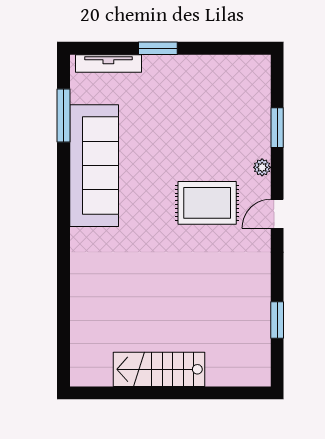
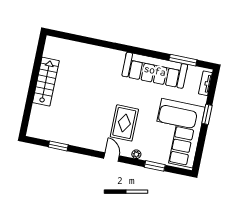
tv unit: (108, 63) -> (205, 83), width x0.71
corner sofa: (205, 98) -> (177, 133), added

